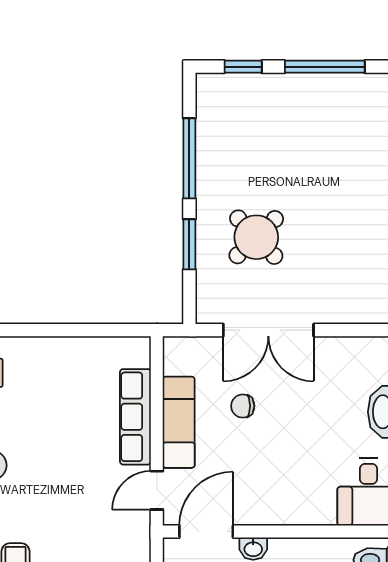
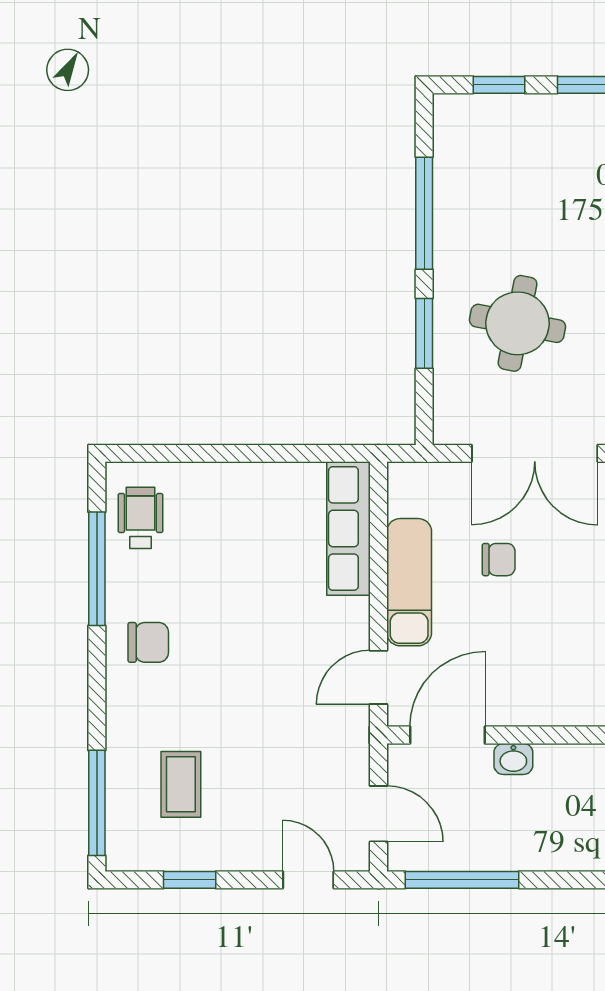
round table: (256, 237) -> (518, 323), turned -35
chair: (243, 406) -> (499, 560), turned 180
row of seats: (135, 417) -> (349, 528), moved

